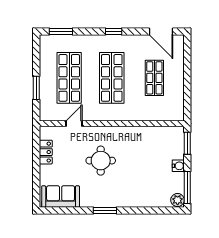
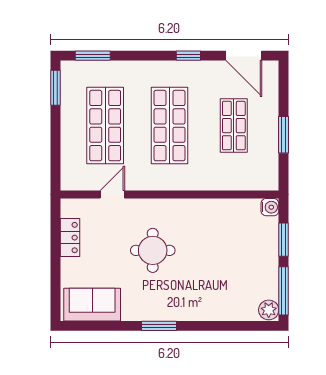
window: (114, 32) -> (188, 56), moved
window: (187, 84) -> (283, 135), added
window: (36, 88) -> (55, 88), moved
window: (187, 143) -> (283, 240), moved
water cooler: (178, 166) -> (270, 207), moved

